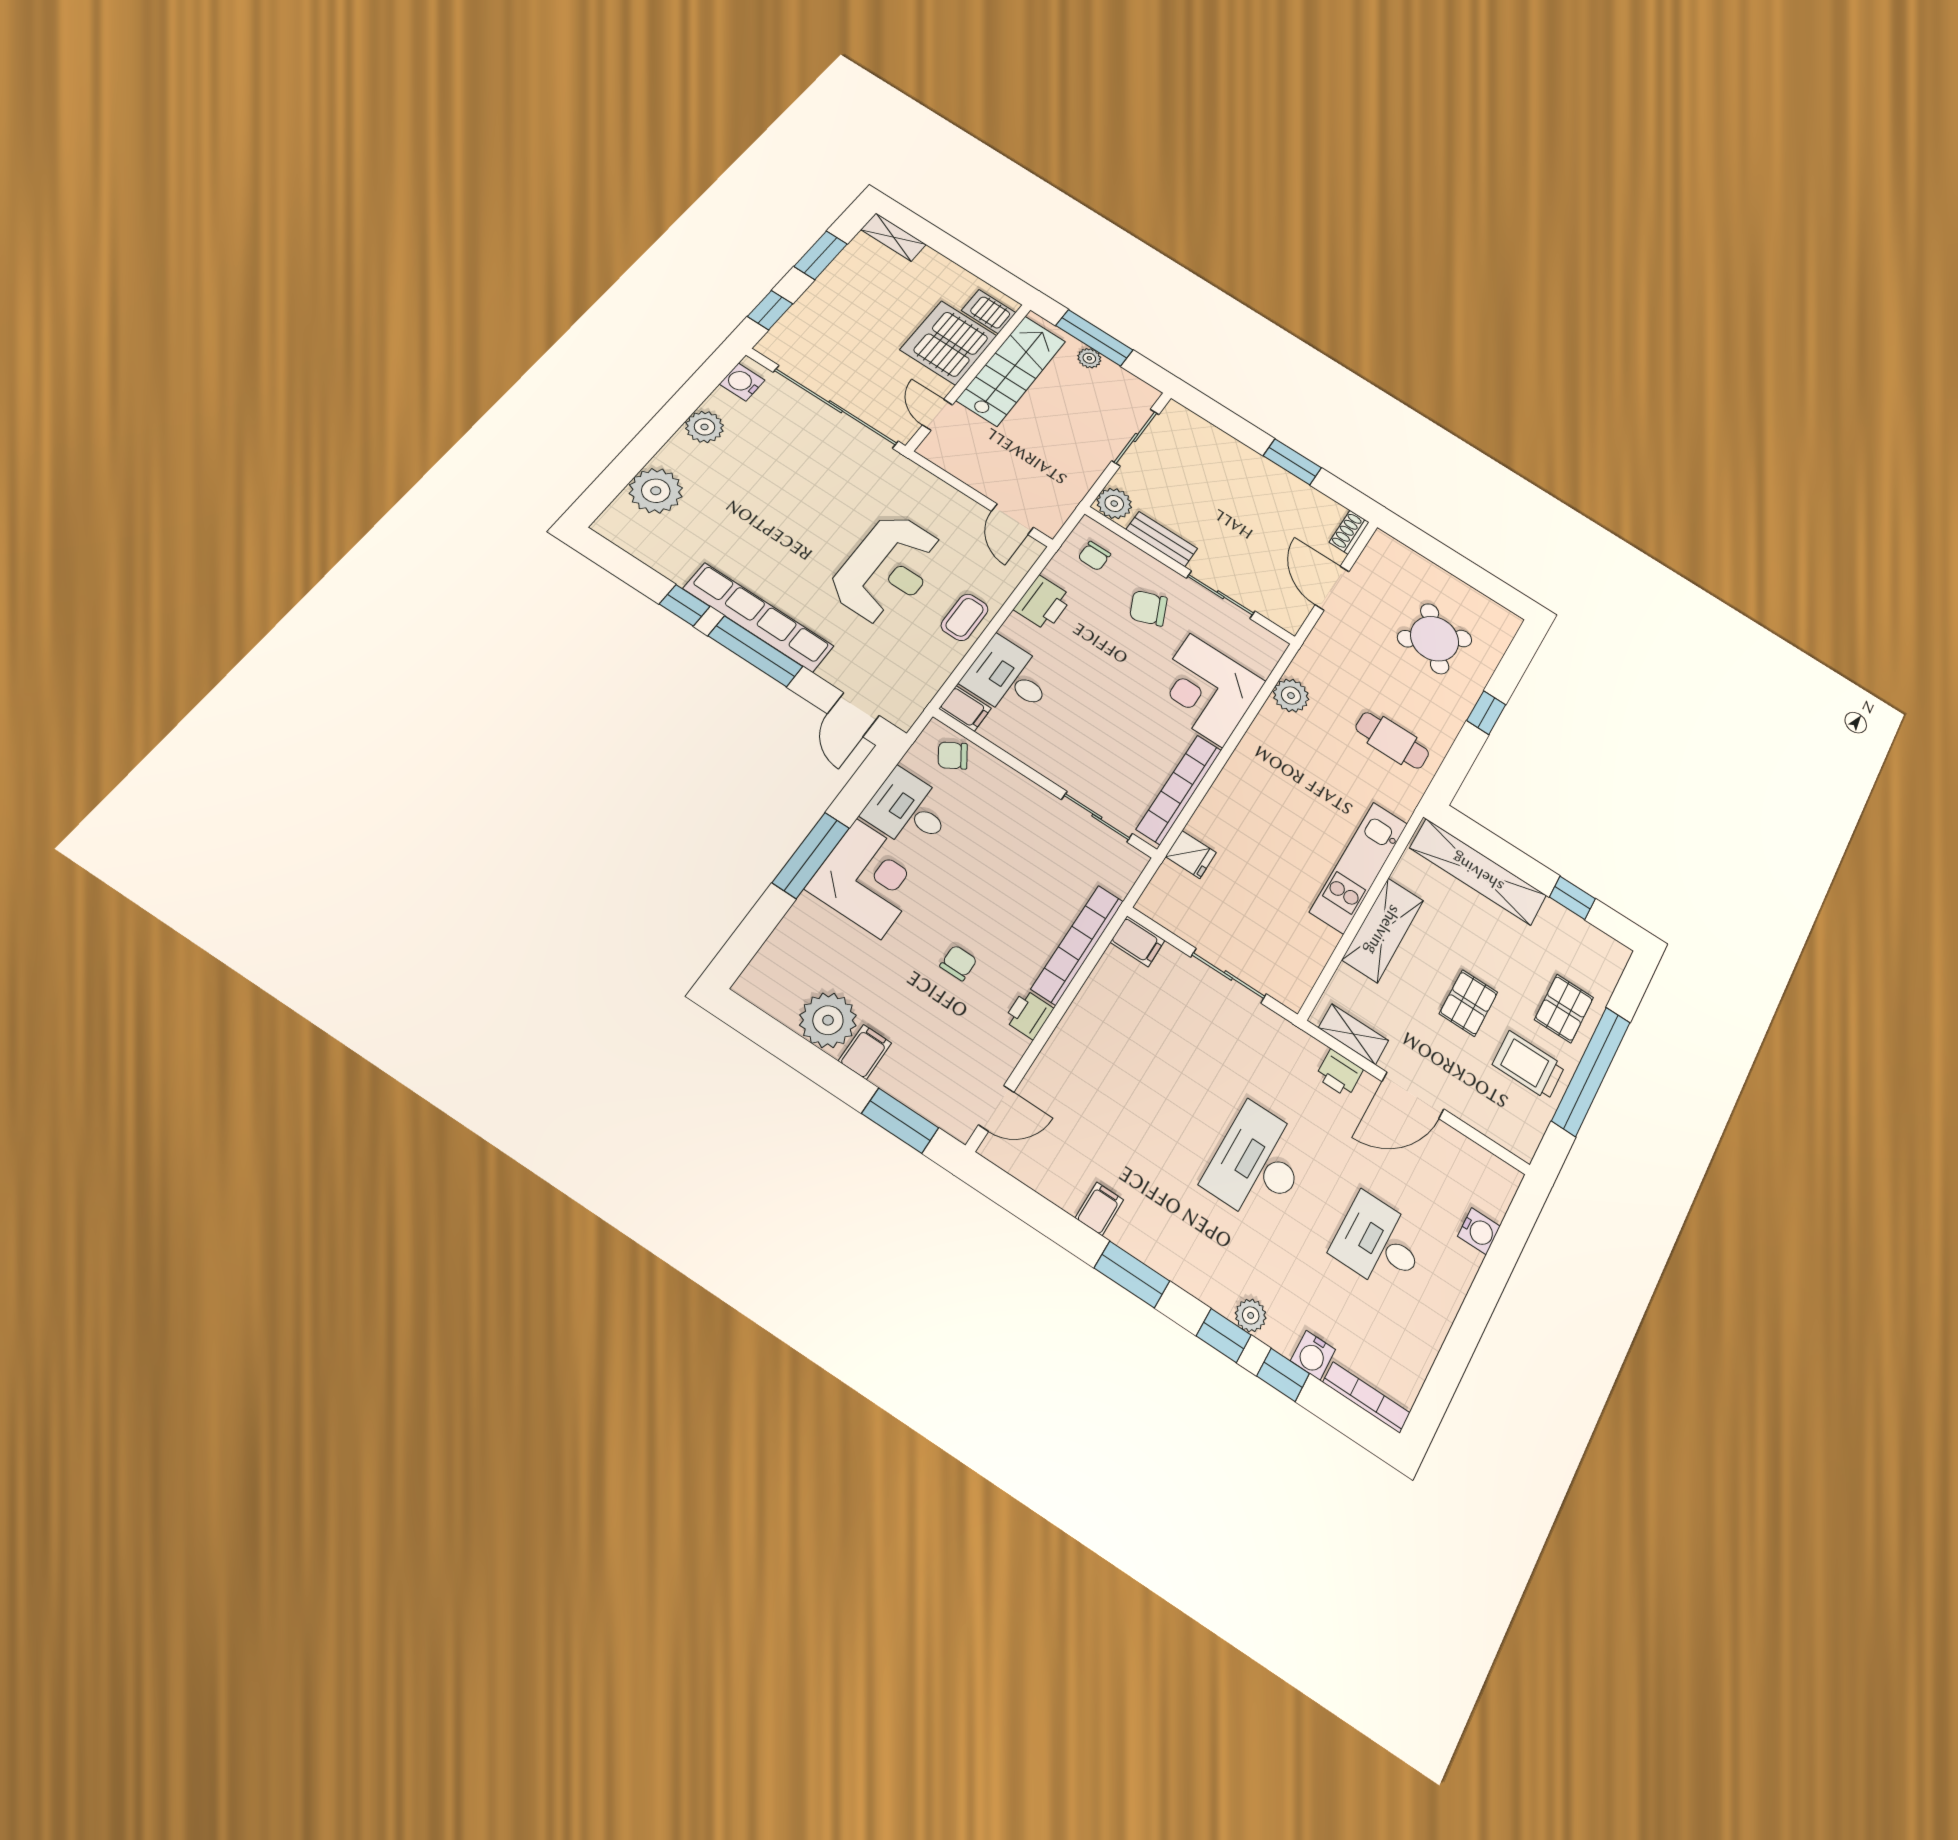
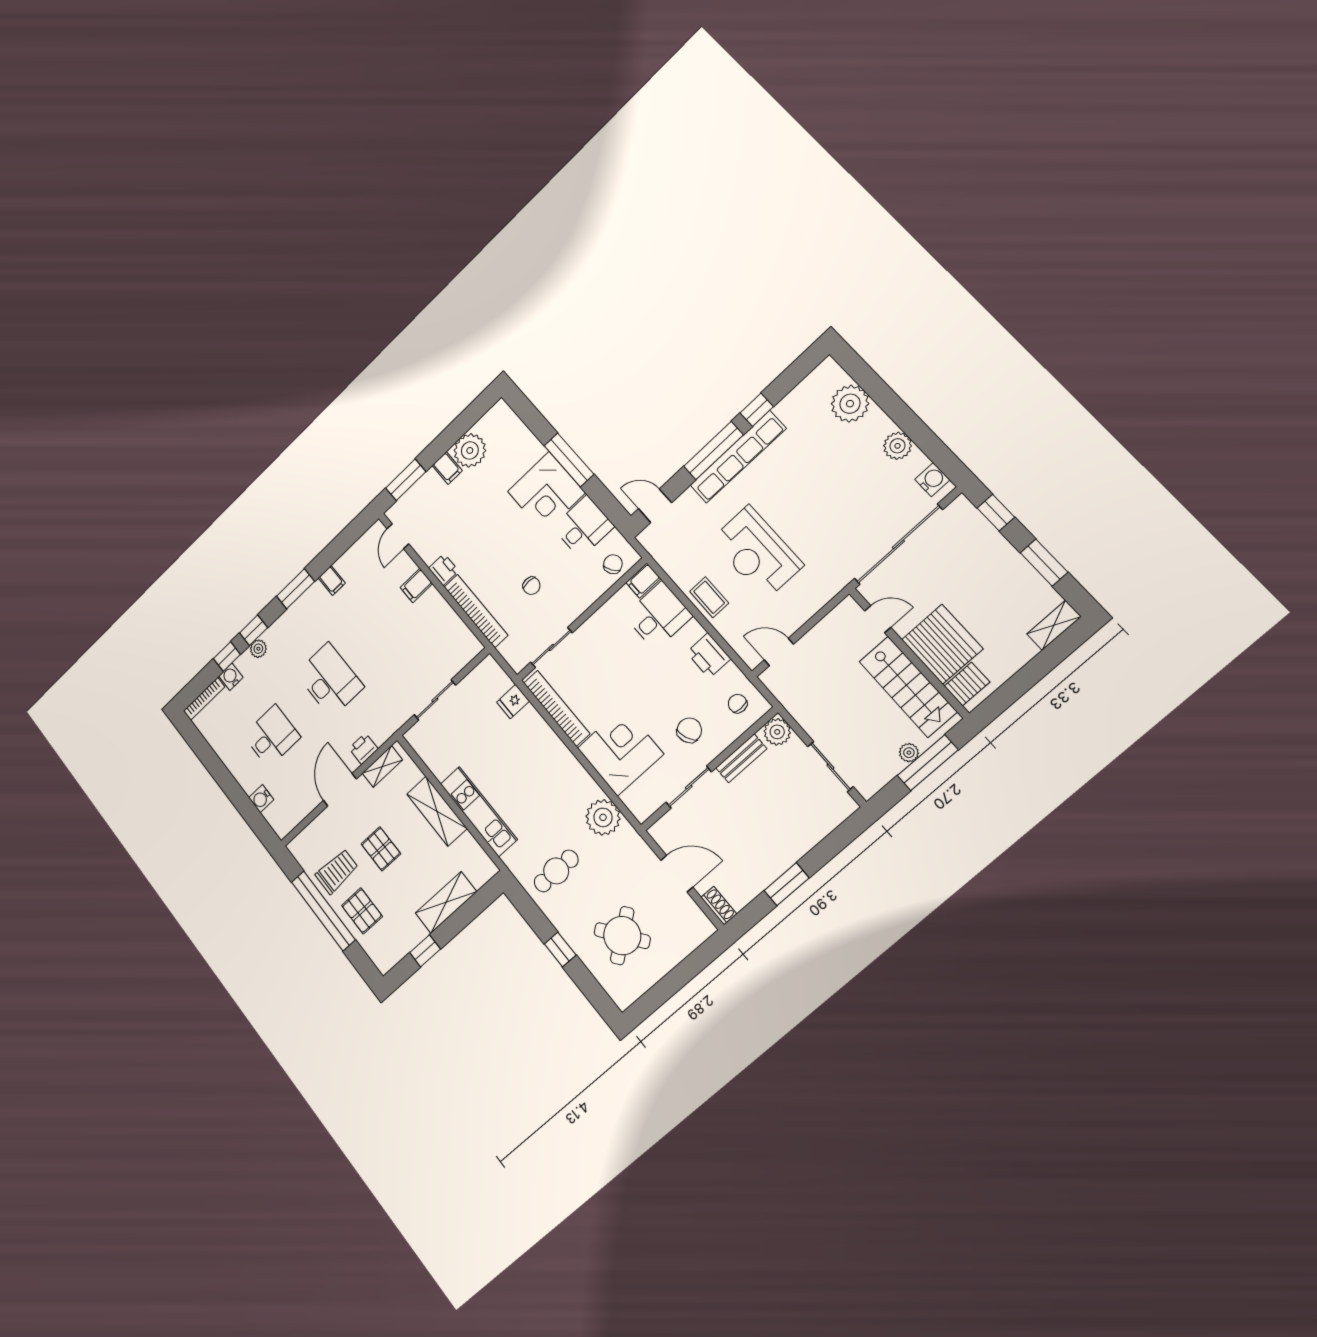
plant: (1291, 696) -> (603, 817), width x1.36, depth x1.36
shelving: (1478, 872) -> (446, 902), width x0.68
filing cabinet: (1137, 941) -> (416, 585), moved
chair: (958, 963) -> (531, 586), moved

